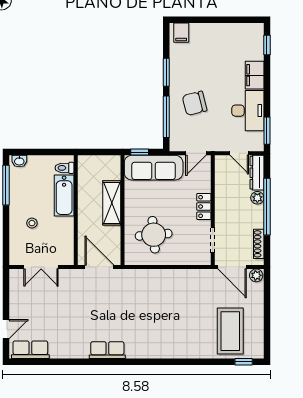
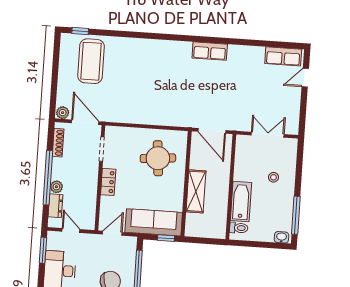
dresser: (257, 173) -> (55, 206), width x0.70

